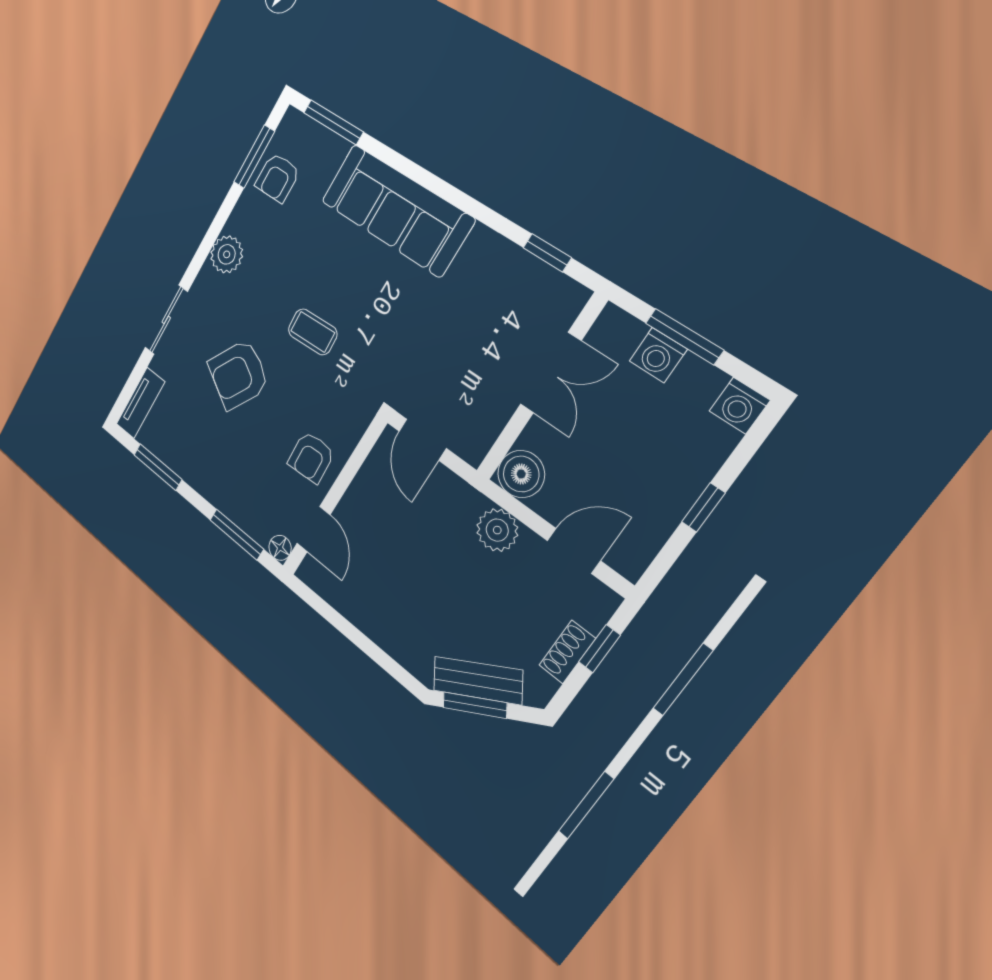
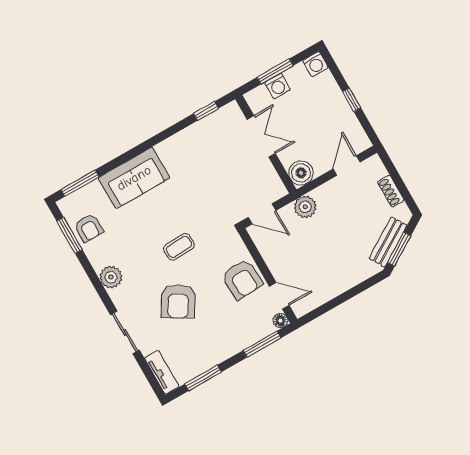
sofa: (397, 210) -> (134, 178), width x0.73
armchair: (311, 457) -> (242, 279), width x1.38, depth x1.38
plant: (497, 530) -> (305, 207), moved
window: (599, 649) -> (395, 175), removed

